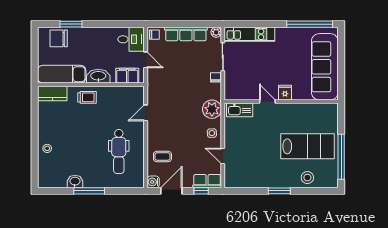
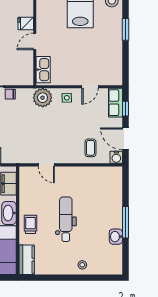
dental chair: (119, 151) -> (66, 219), moved, turned -90

